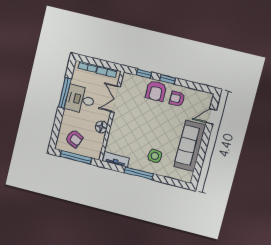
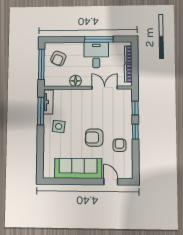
armchair: (156, 91) -> (94, 138), moved
side table: (155, 156) -> (59, 126), moved
window: (139, 173) -> (41, 111), moved

